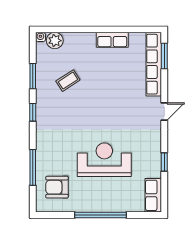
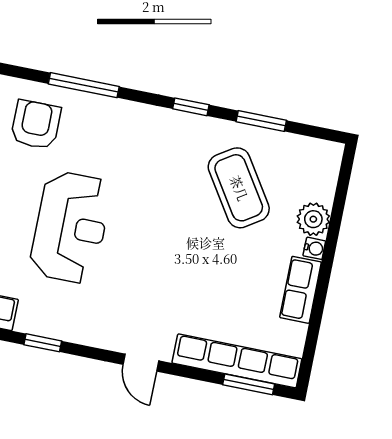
water cooler: (40, 37) -> (314, 248), moved
plant: (55, 41) -> (313, 219), moved
coffee table: (68, 81) -> (239, 188), width x1.86, depth x1.72

